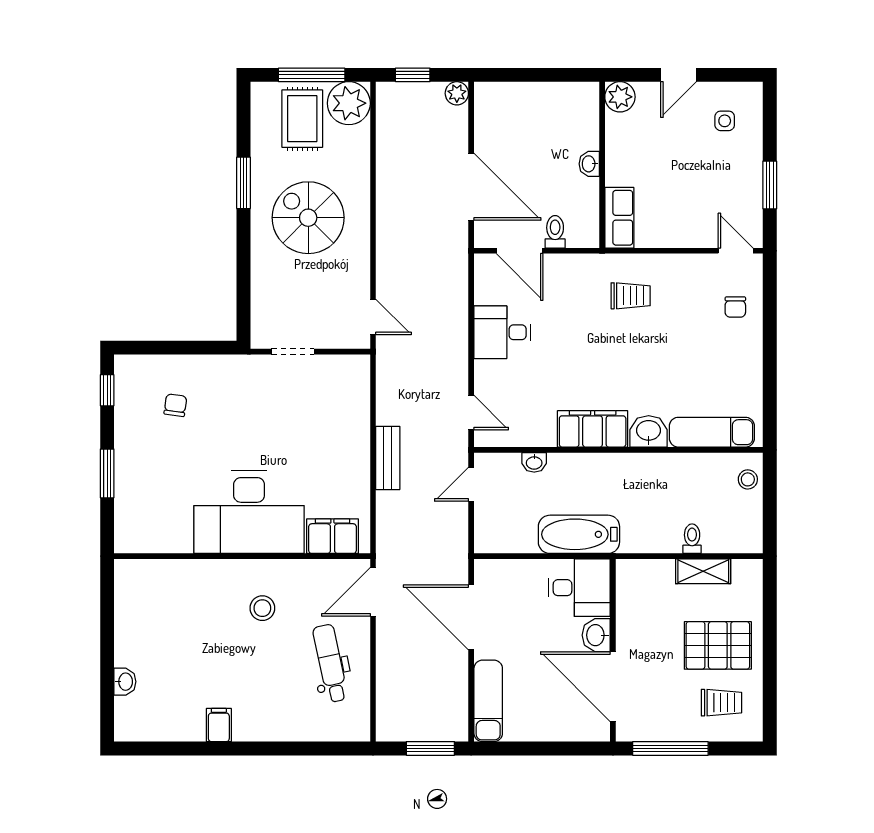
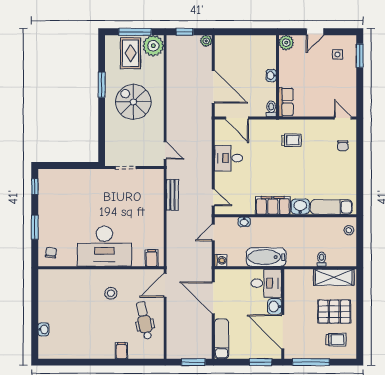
window: (770, 185) -> (360, 56), moved
toilet: (555, 232) -> (271, 109), moved
chair: (175, 405) -> (51, 253), moved
bench: (388, 458) -> (172, 195), moved
filing cabinet: (332, 536) -> (152, 258), width x0.50
washing machine: (486, 541) -> (221, 260), added
shelving: (703, 571) -> (334, 277), width x1.50, depth x1.33
filing cabinet: (219, 725) -> (121, 351), moved
window: (568, 748) -> (261, 362), added

